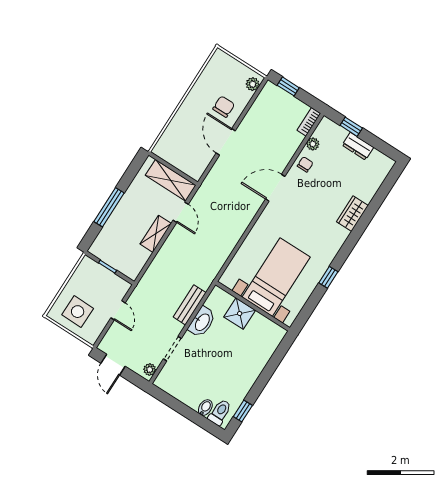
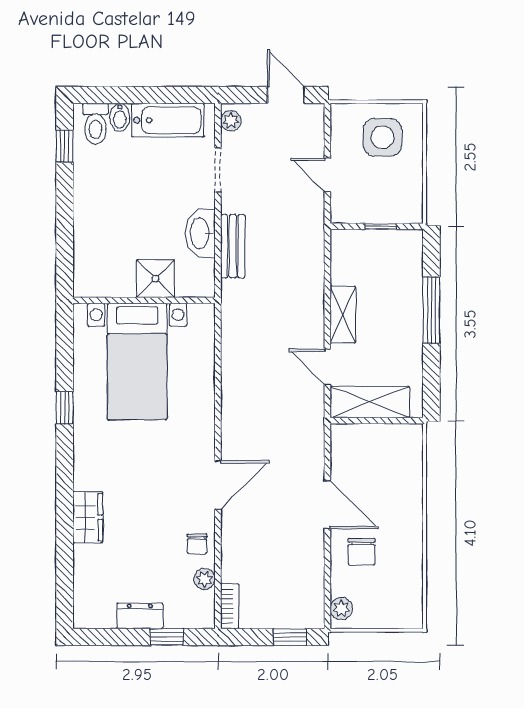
bathtub: (182, 390) -> (168, 120), added

